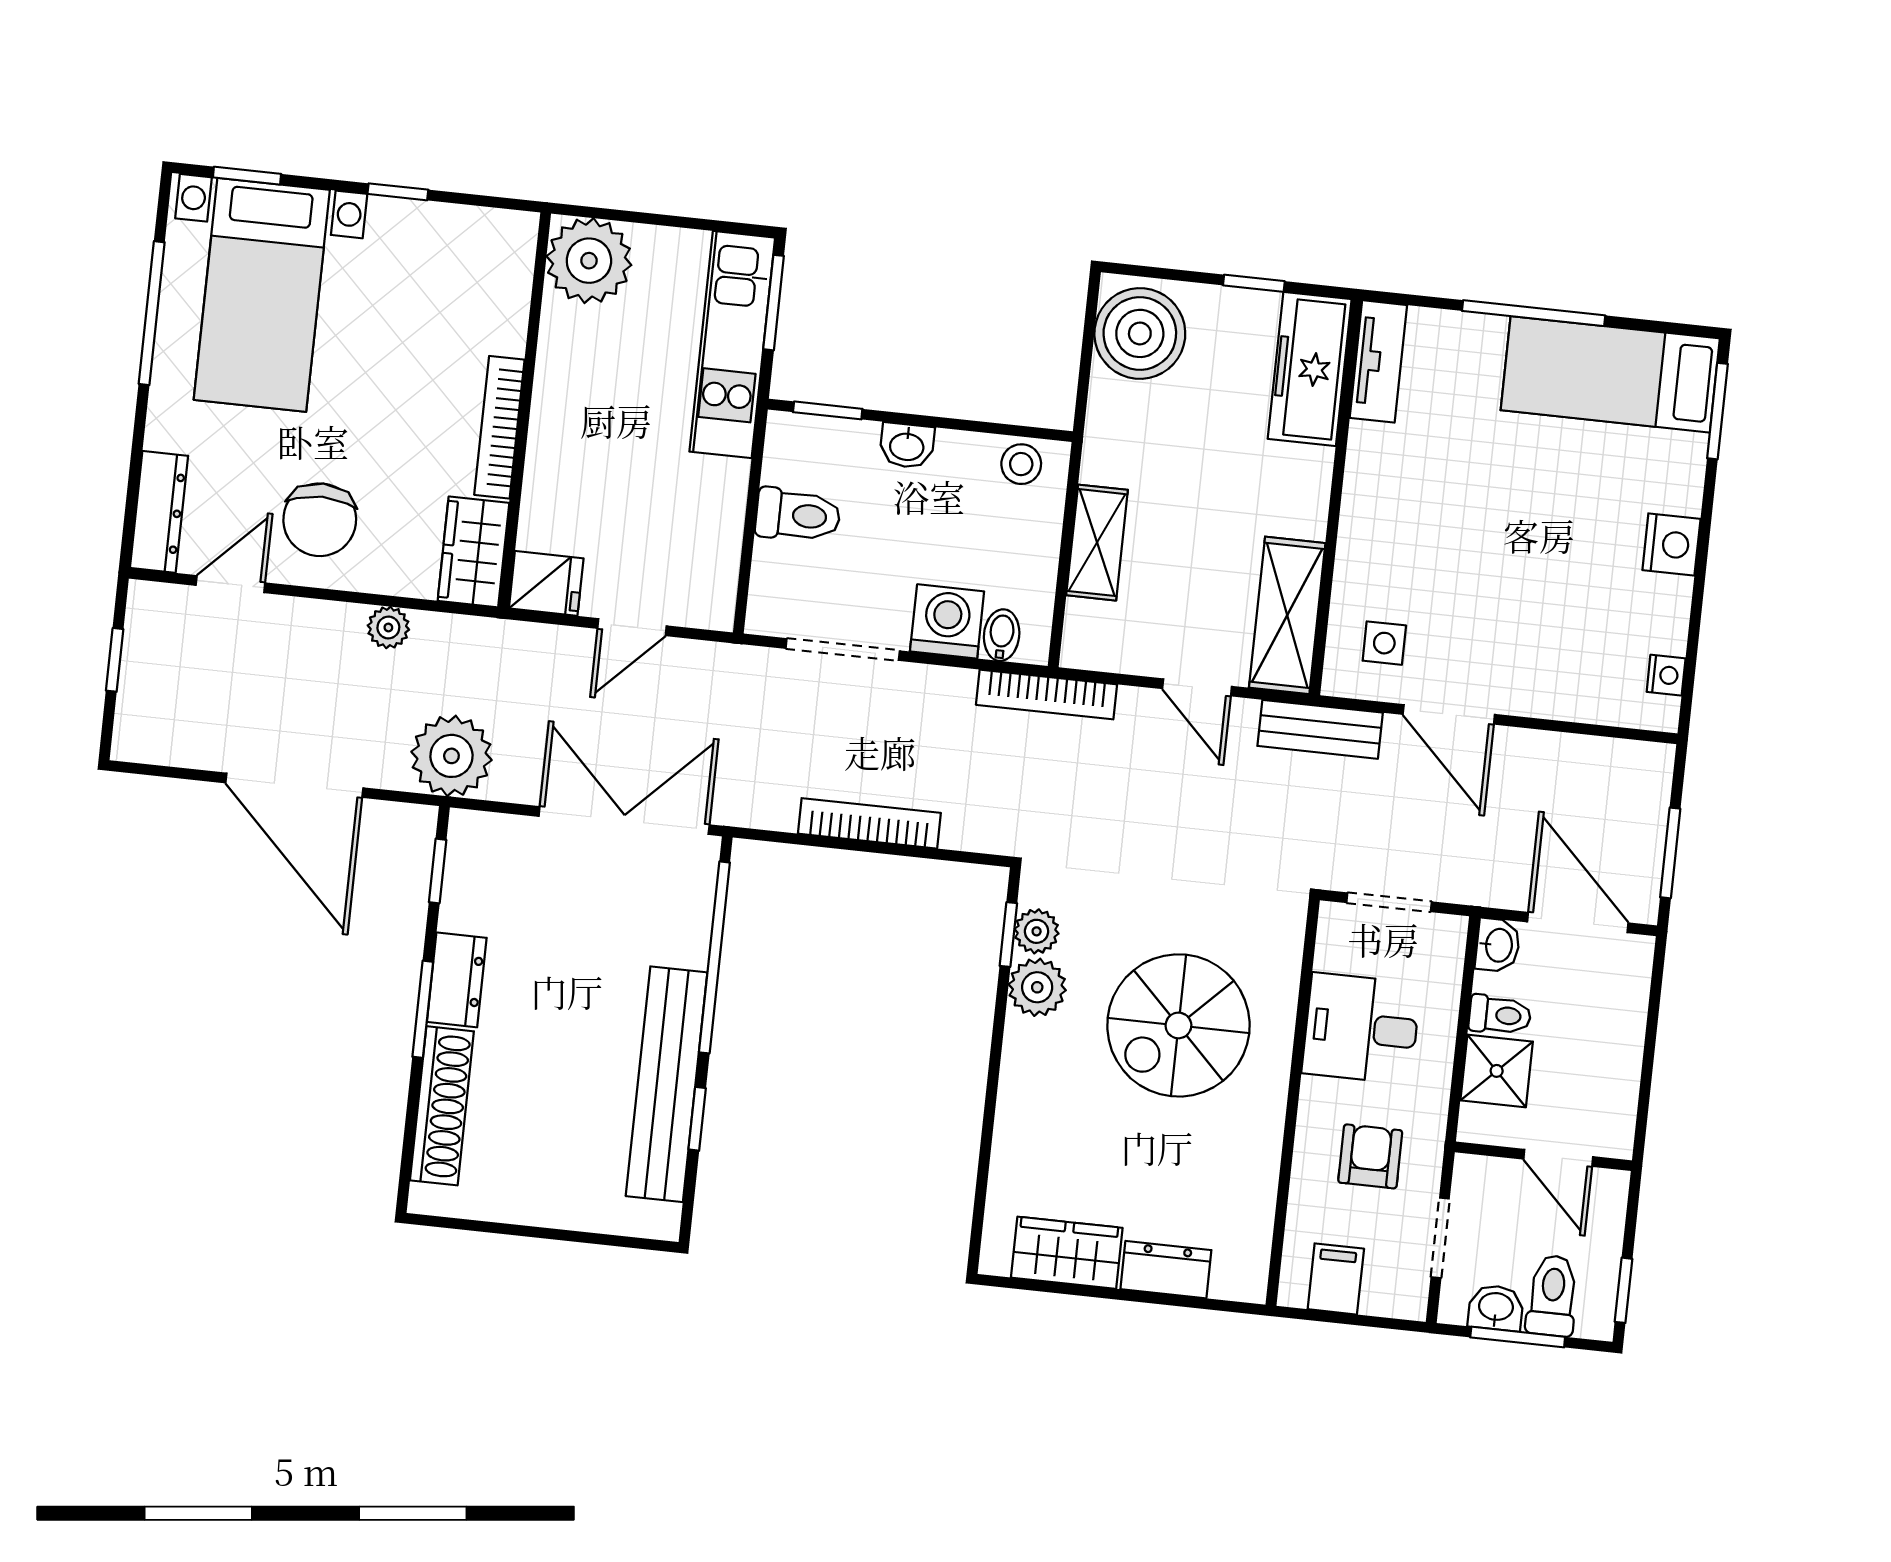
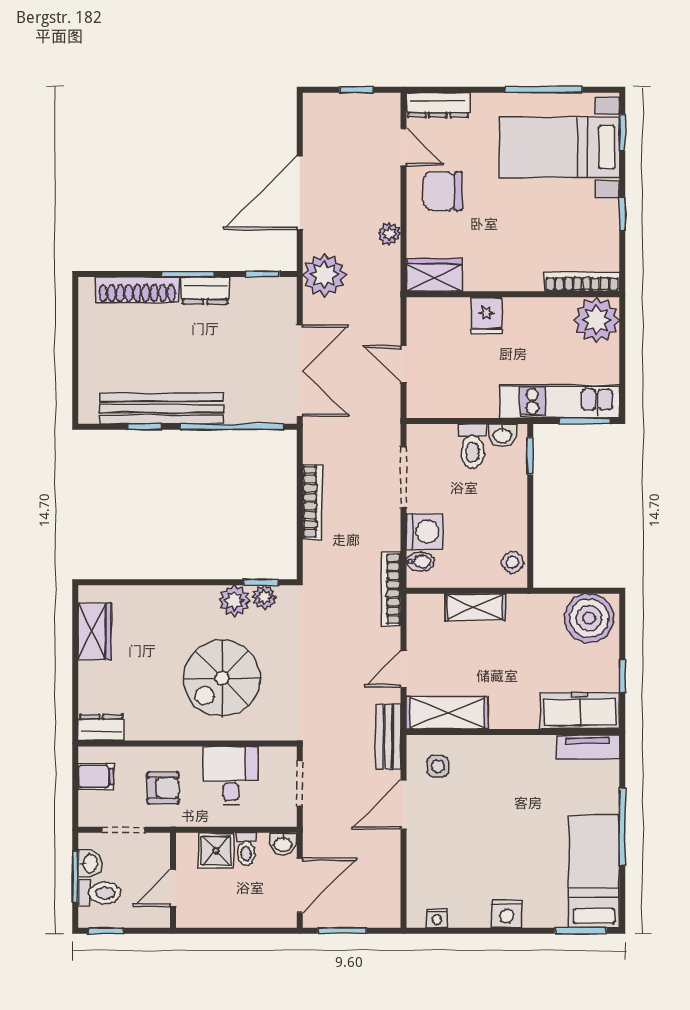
bookcase: (499, 427) -> (582, 282), moved
washbasin: (907, 446) -> (502, 435), moved, turned -90
fridge: (546, 583) -> (486, 316), moved
spiral stairs: (1178, 1025) -> (222, 678), turned -90
dresser: (1166, 1270) -> (101, 728), moved, turned -90

